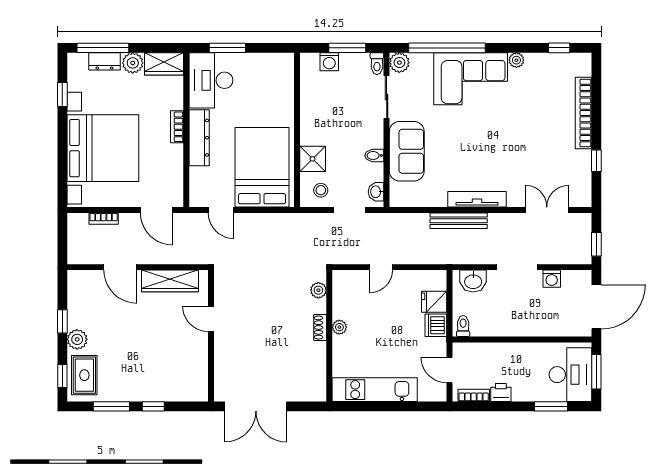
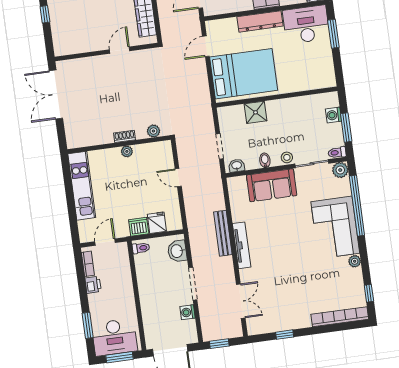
bookcase: (583, 113) -> (340, 317), moved
stool: (321, 190) -> (287, 157), moved

